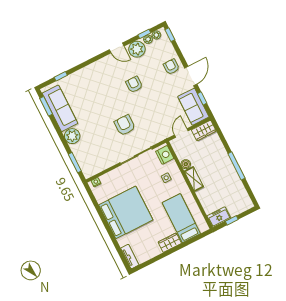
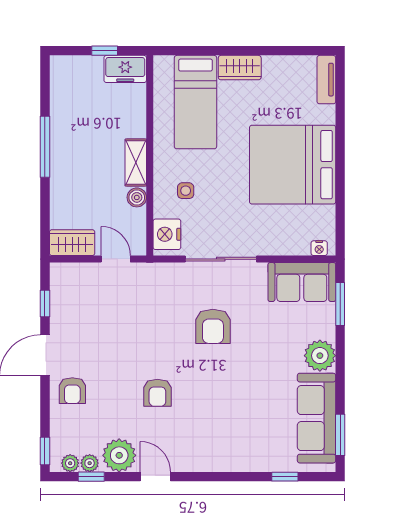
sofa: (193, 107) -> (302, 282), moved, turned 90
door: (181, 133) -> (116, 259), swing flipped

